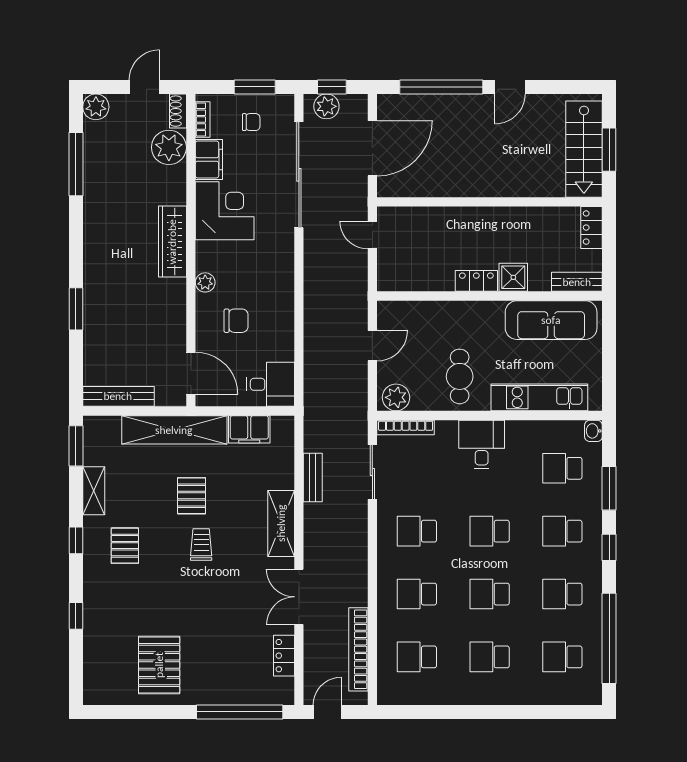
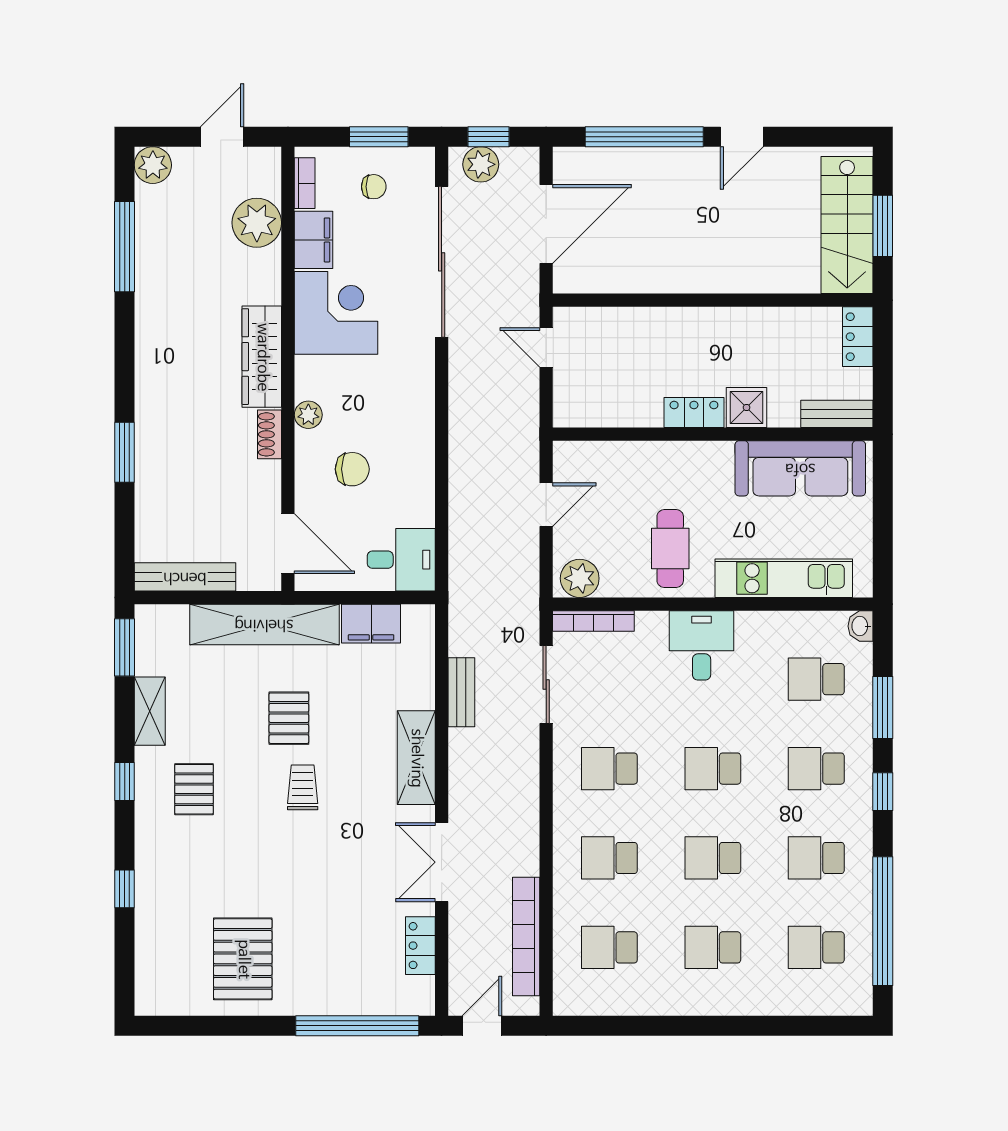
shoe rack: (178, 111) -> (270, 434), moved

